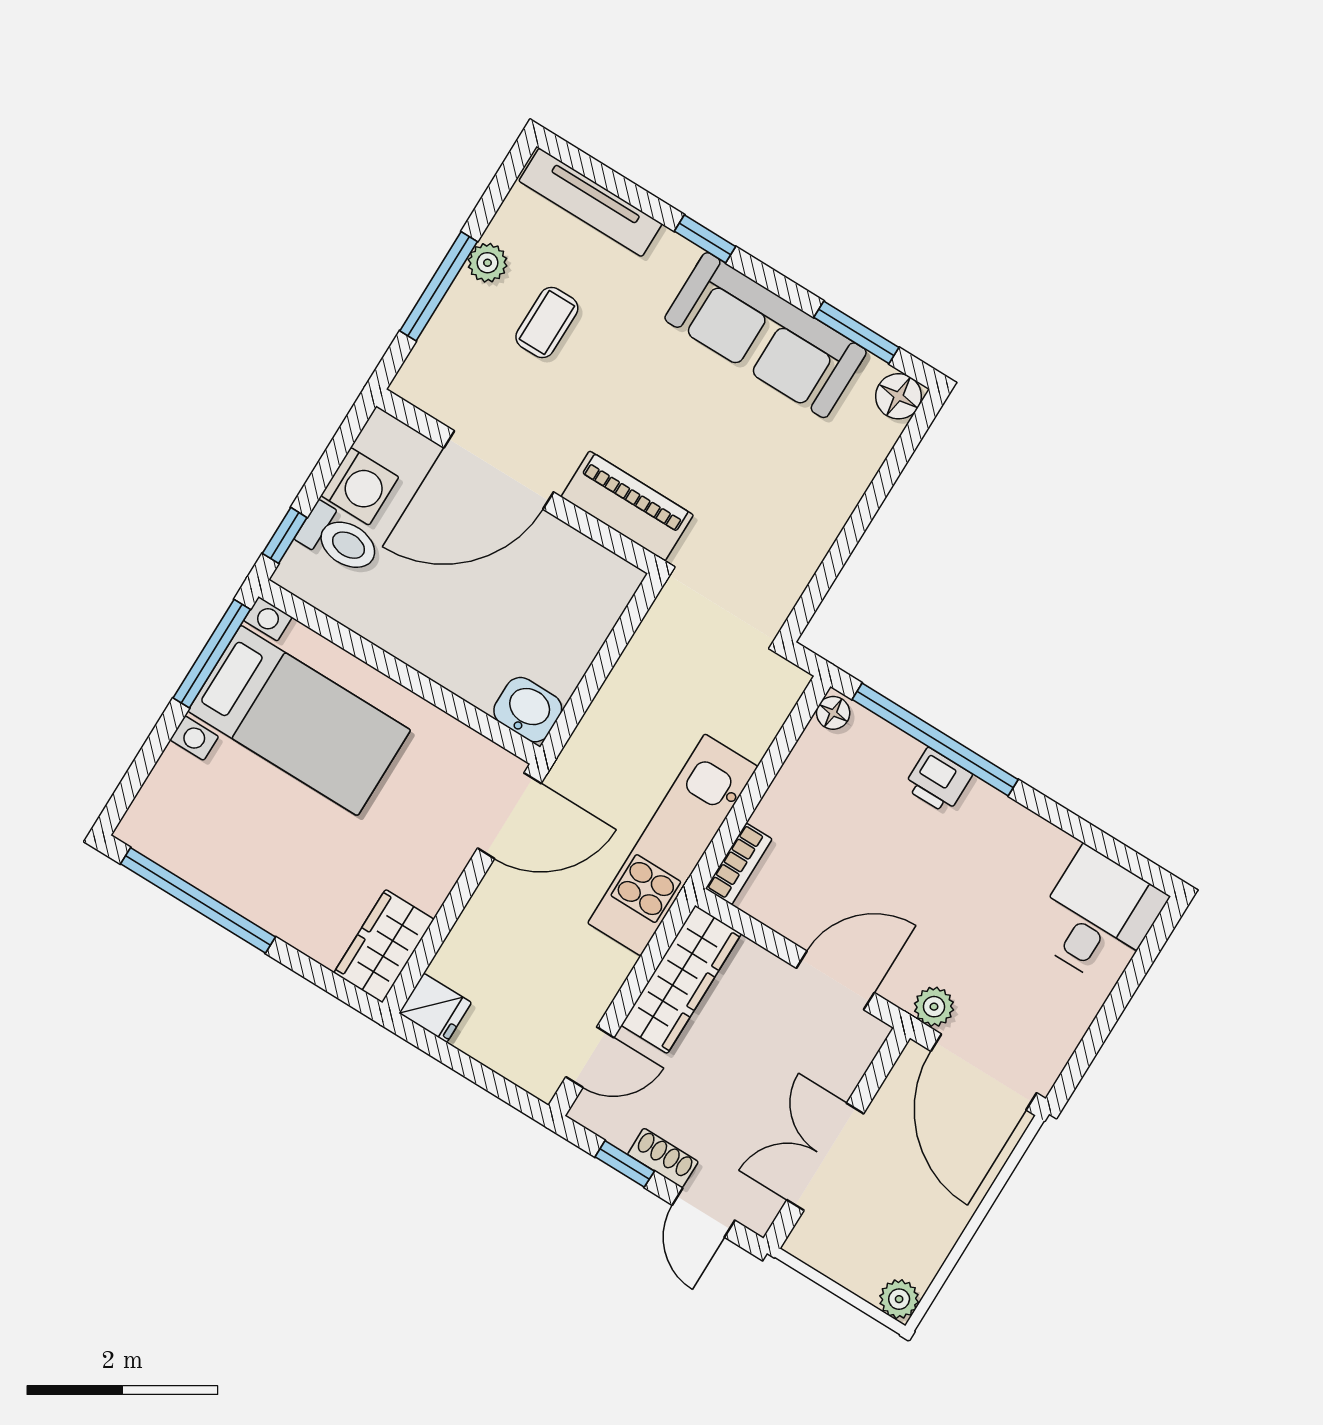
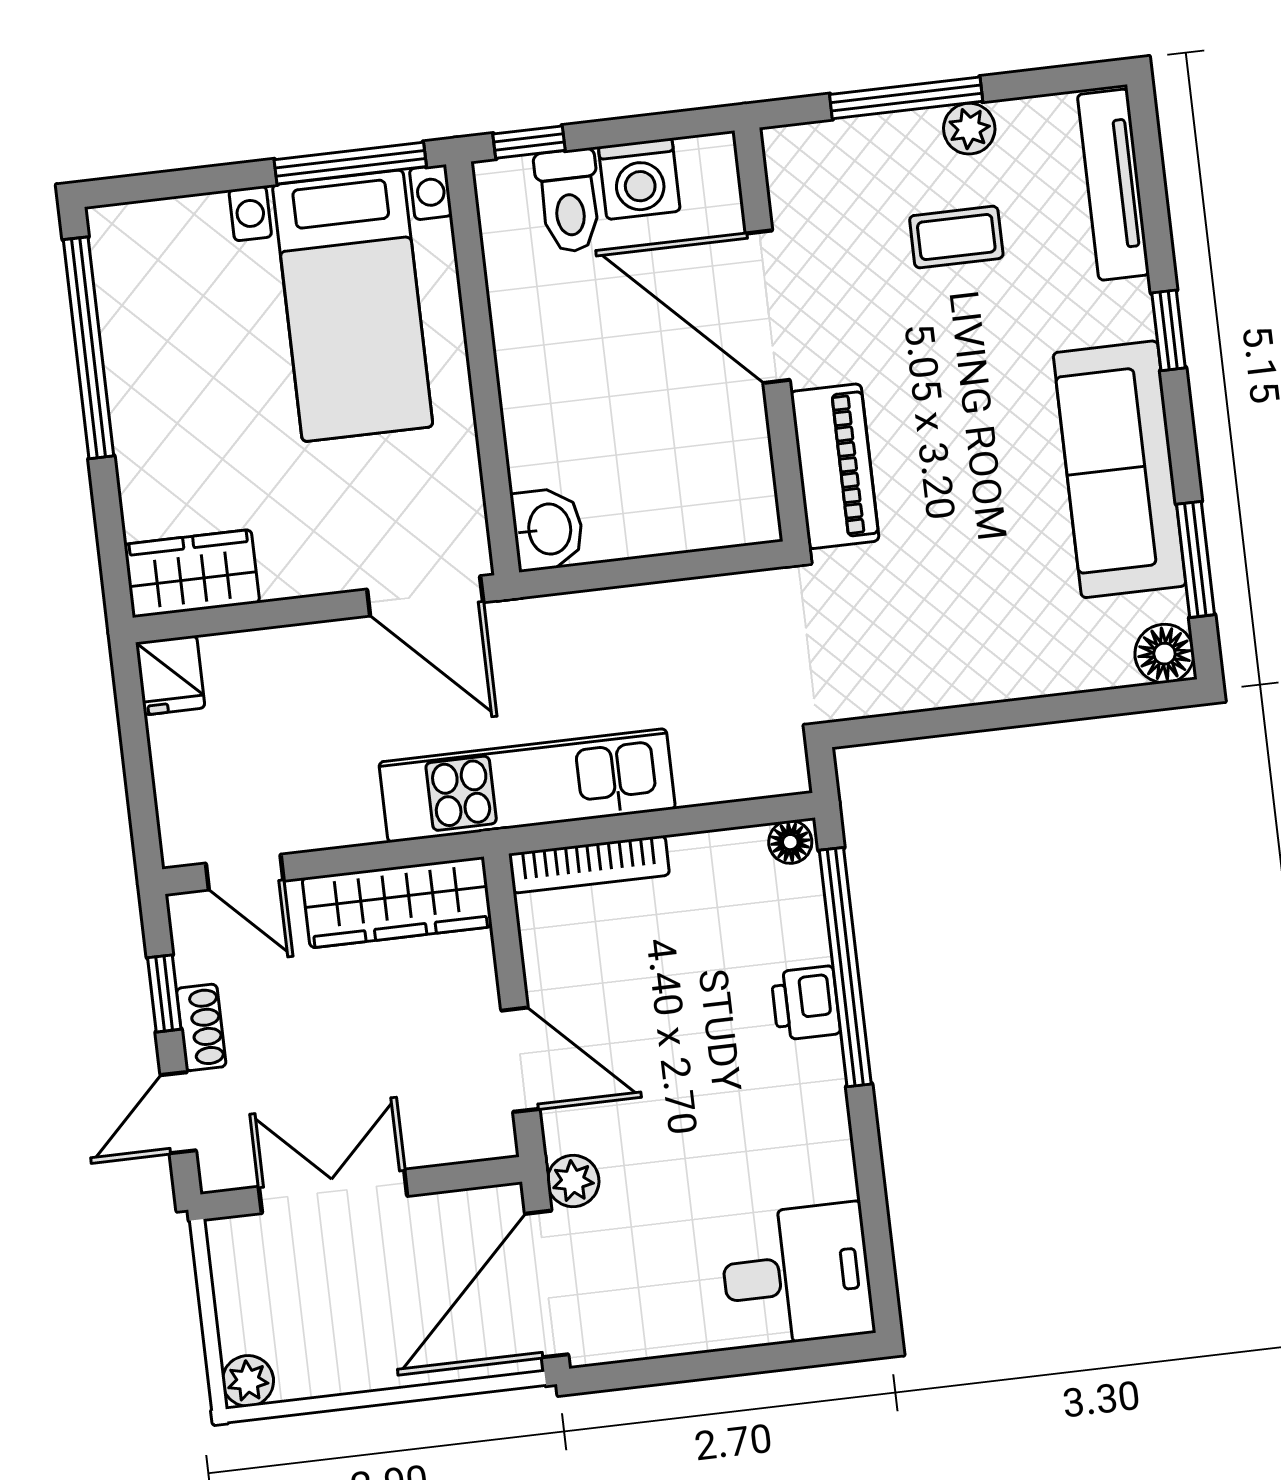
bookcase: (739, 864) -> (589, 864), width x1.56

